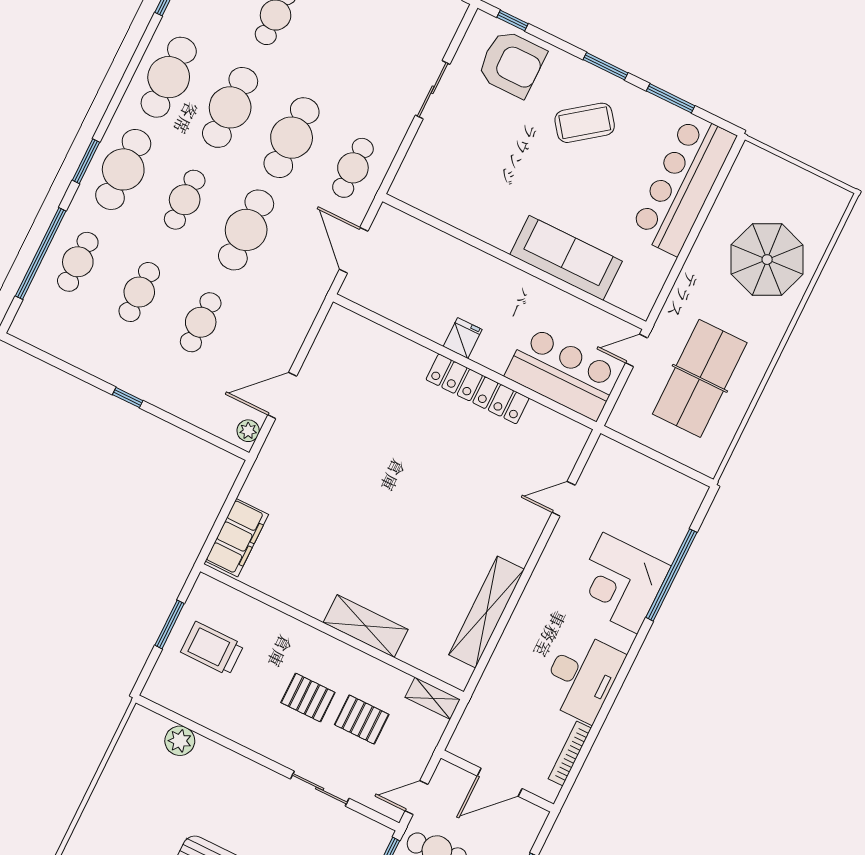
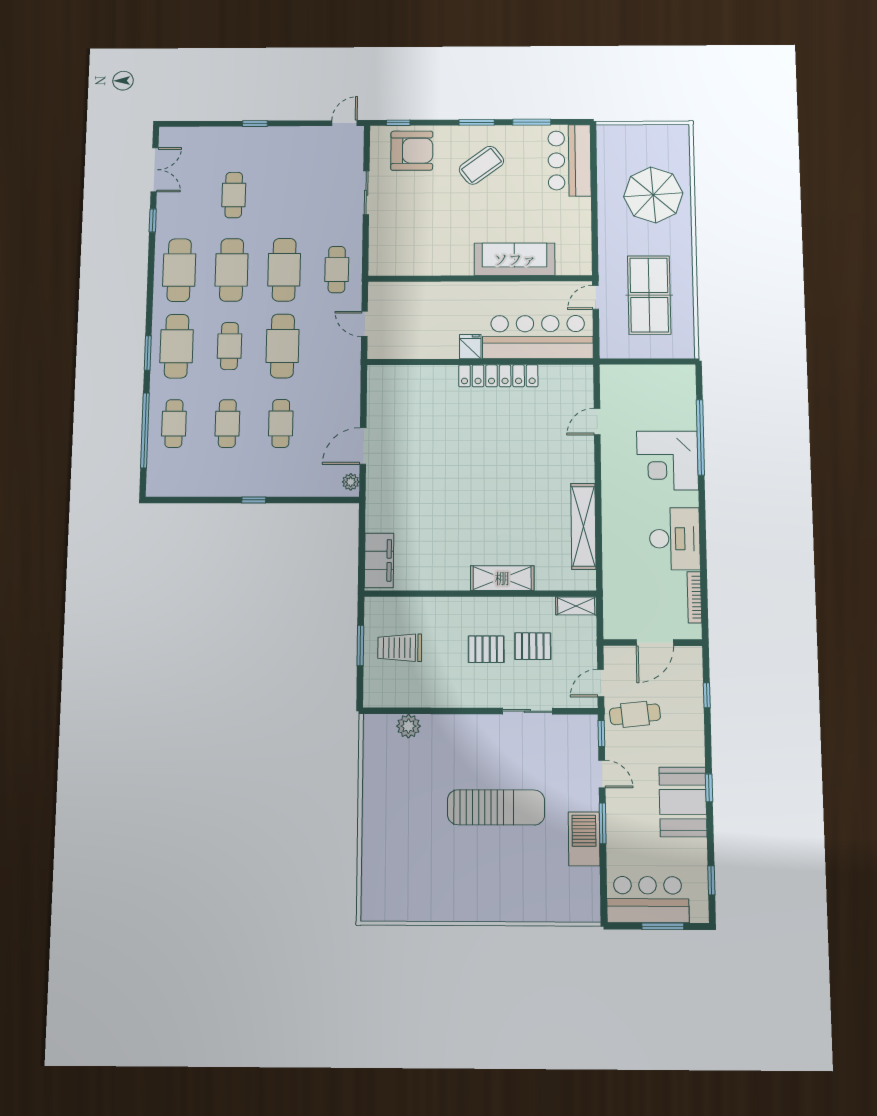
bar counter: (683, 184) -> (569, 160), width x0.73
door: (354, 250) -> (364, 324), width x0.73
bar counter: (563, 373) -> (538, 337), width x1.36

